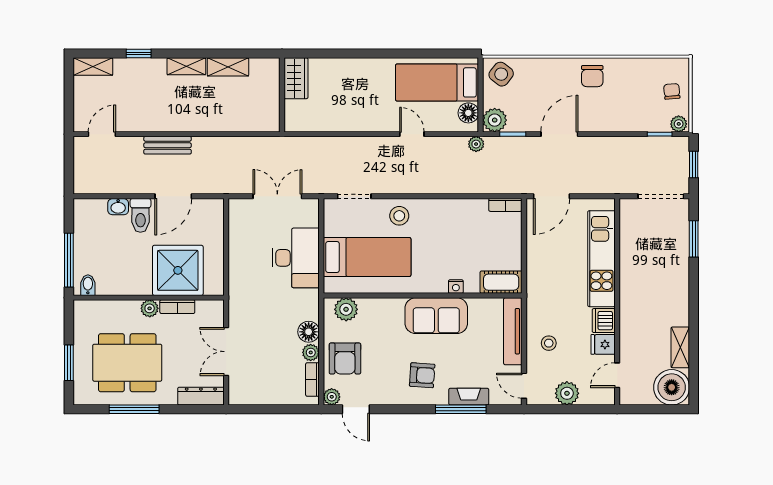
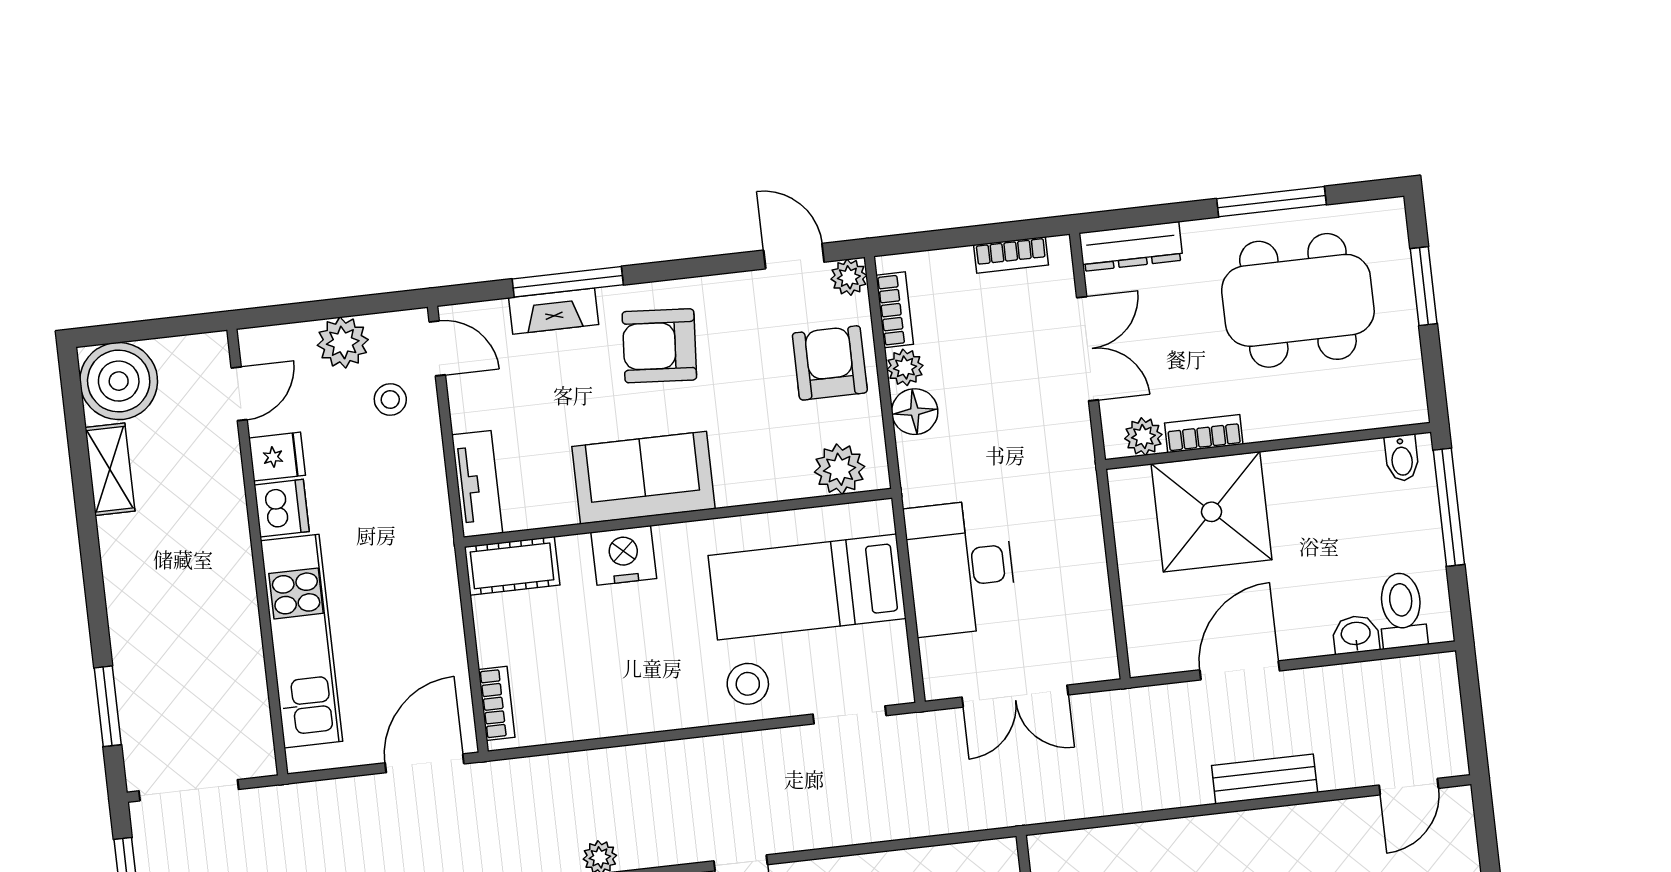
bookcase: (505, 205) -> (497, 703), moved, turned 90
toilet: (140, 215) -> (1402, 610), moved
nightstand: (456, 287) -> (624, 555), width x1.89, depth x1.79
plant: (150, 308) -> (1143, 437), moved
tv unit: (513, 331) -> (477, 484), width x0.71
stool: (549, 343) -> (390, 399), moved
armchair: (422, 375) -> (659, 346), width x1.38, depth x1.38
bookcase: (256, 399) -> (1011, 255), added

